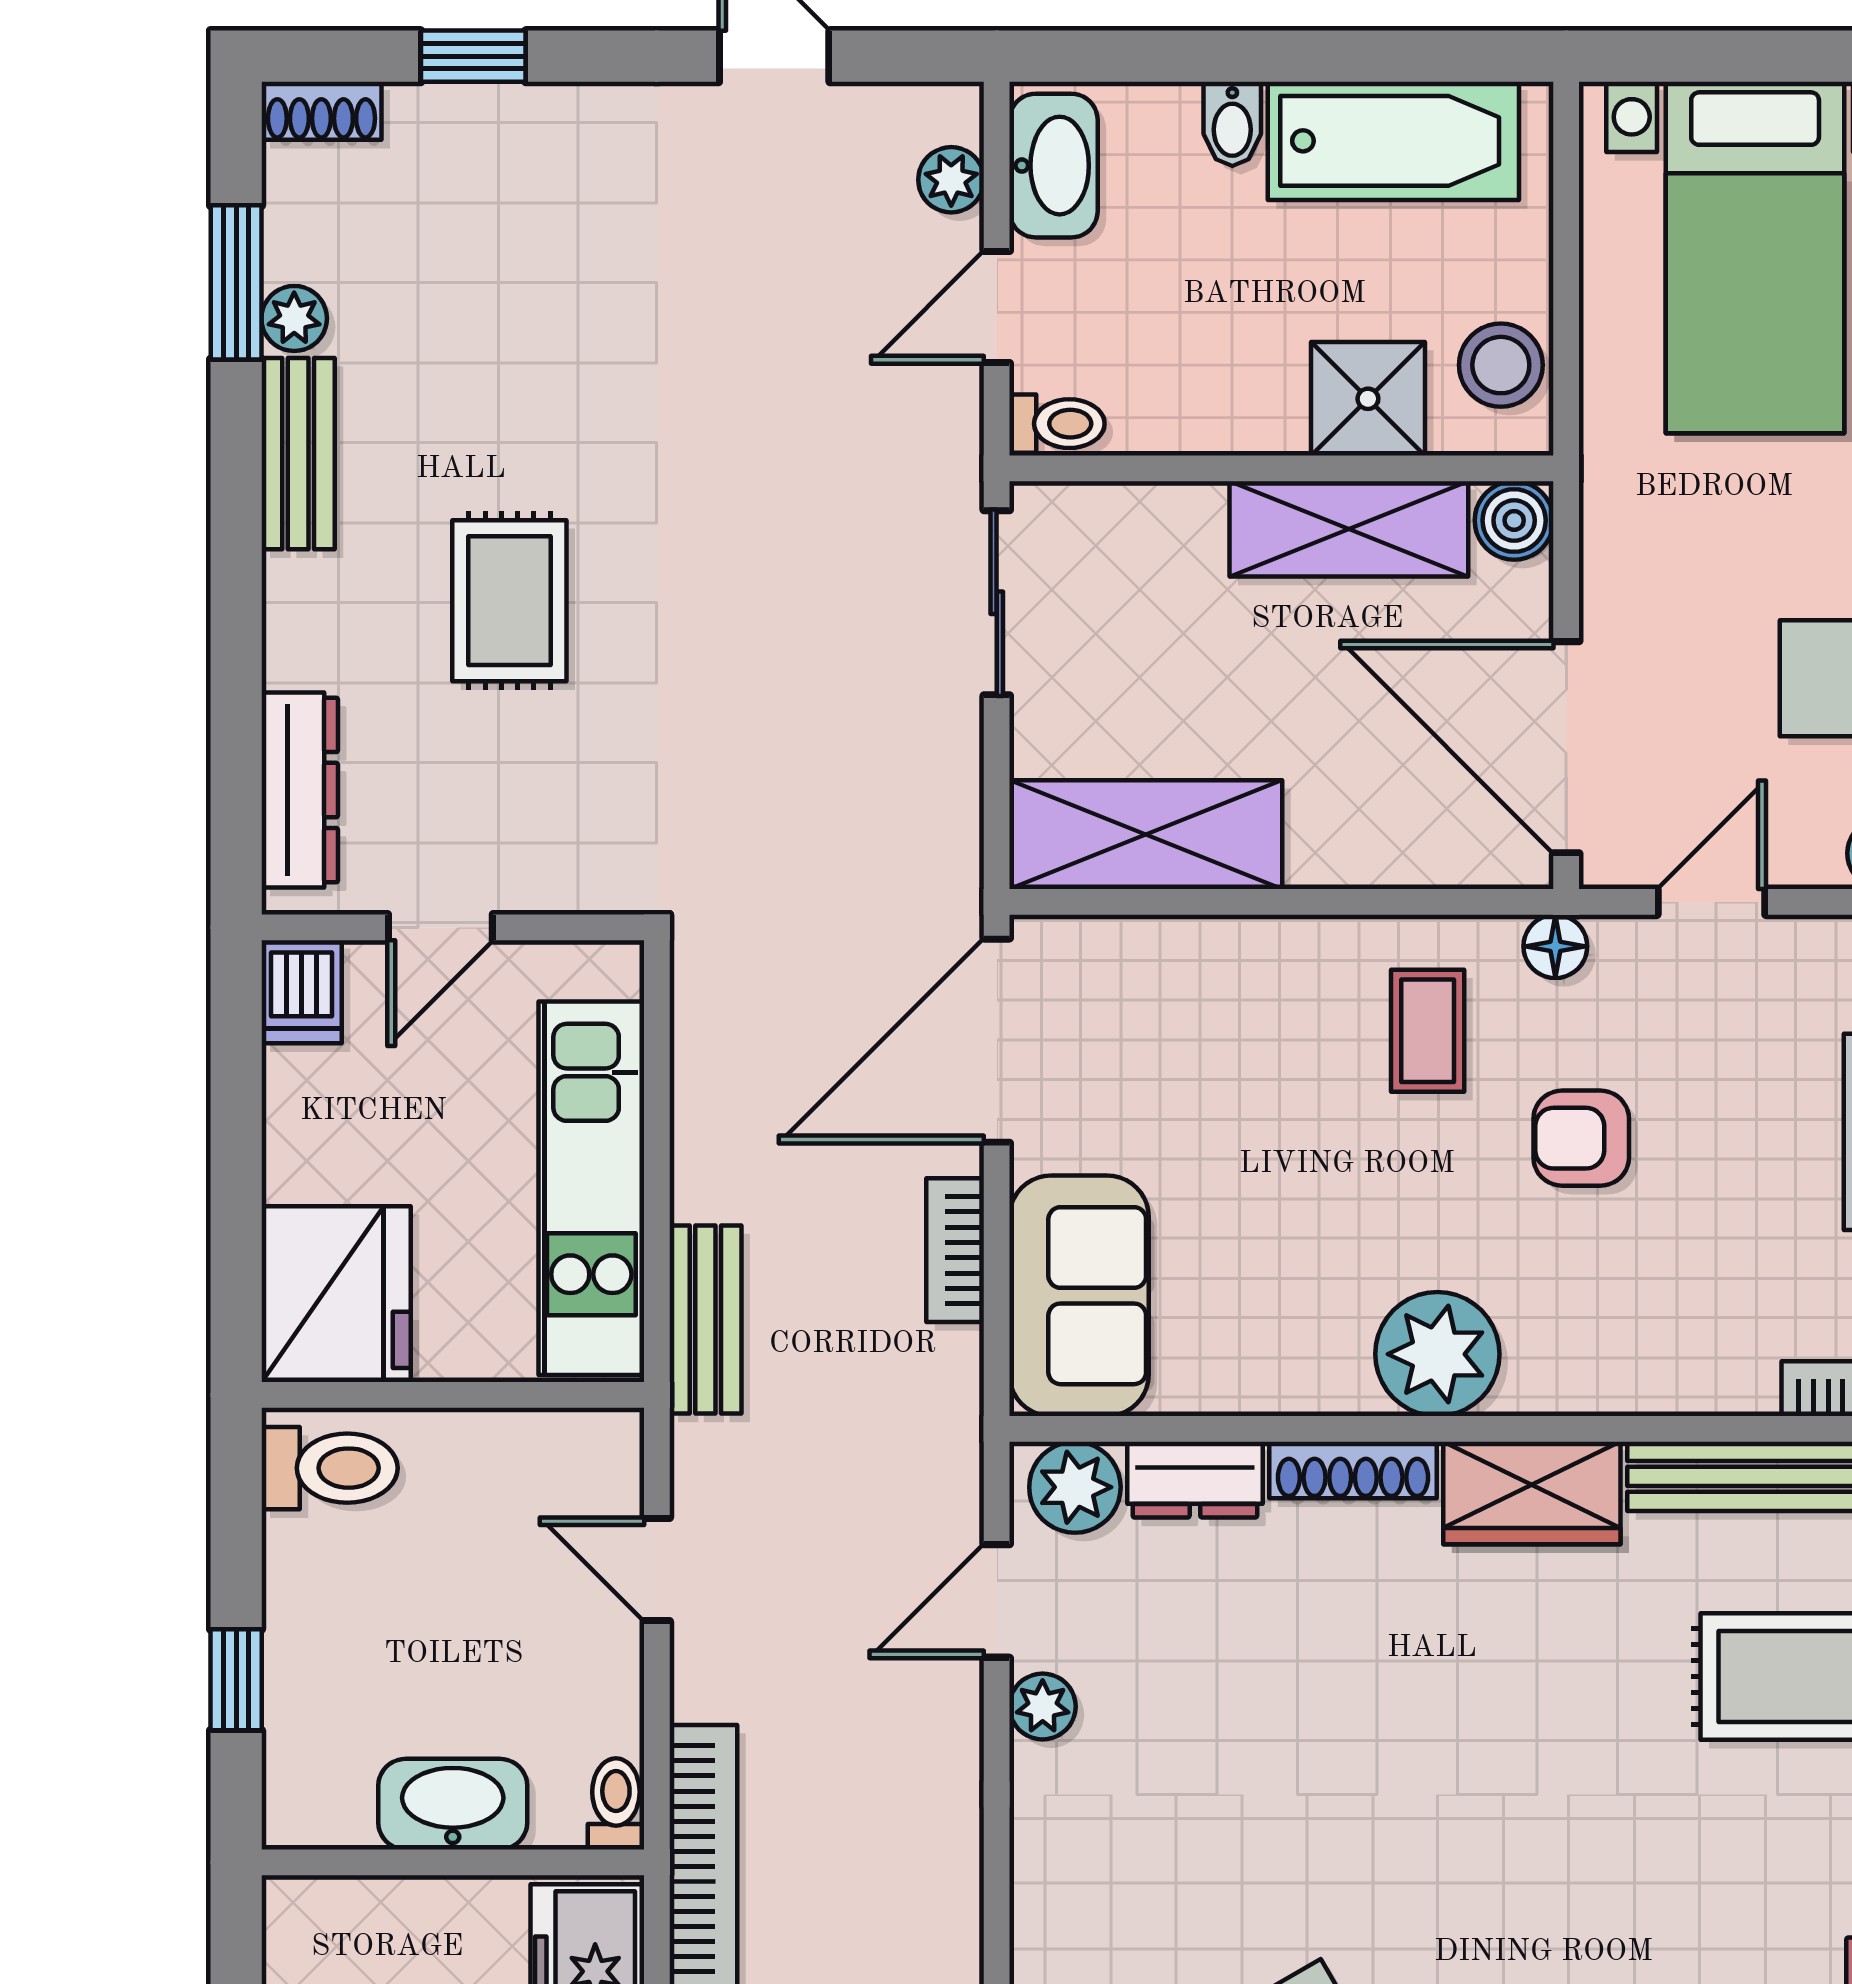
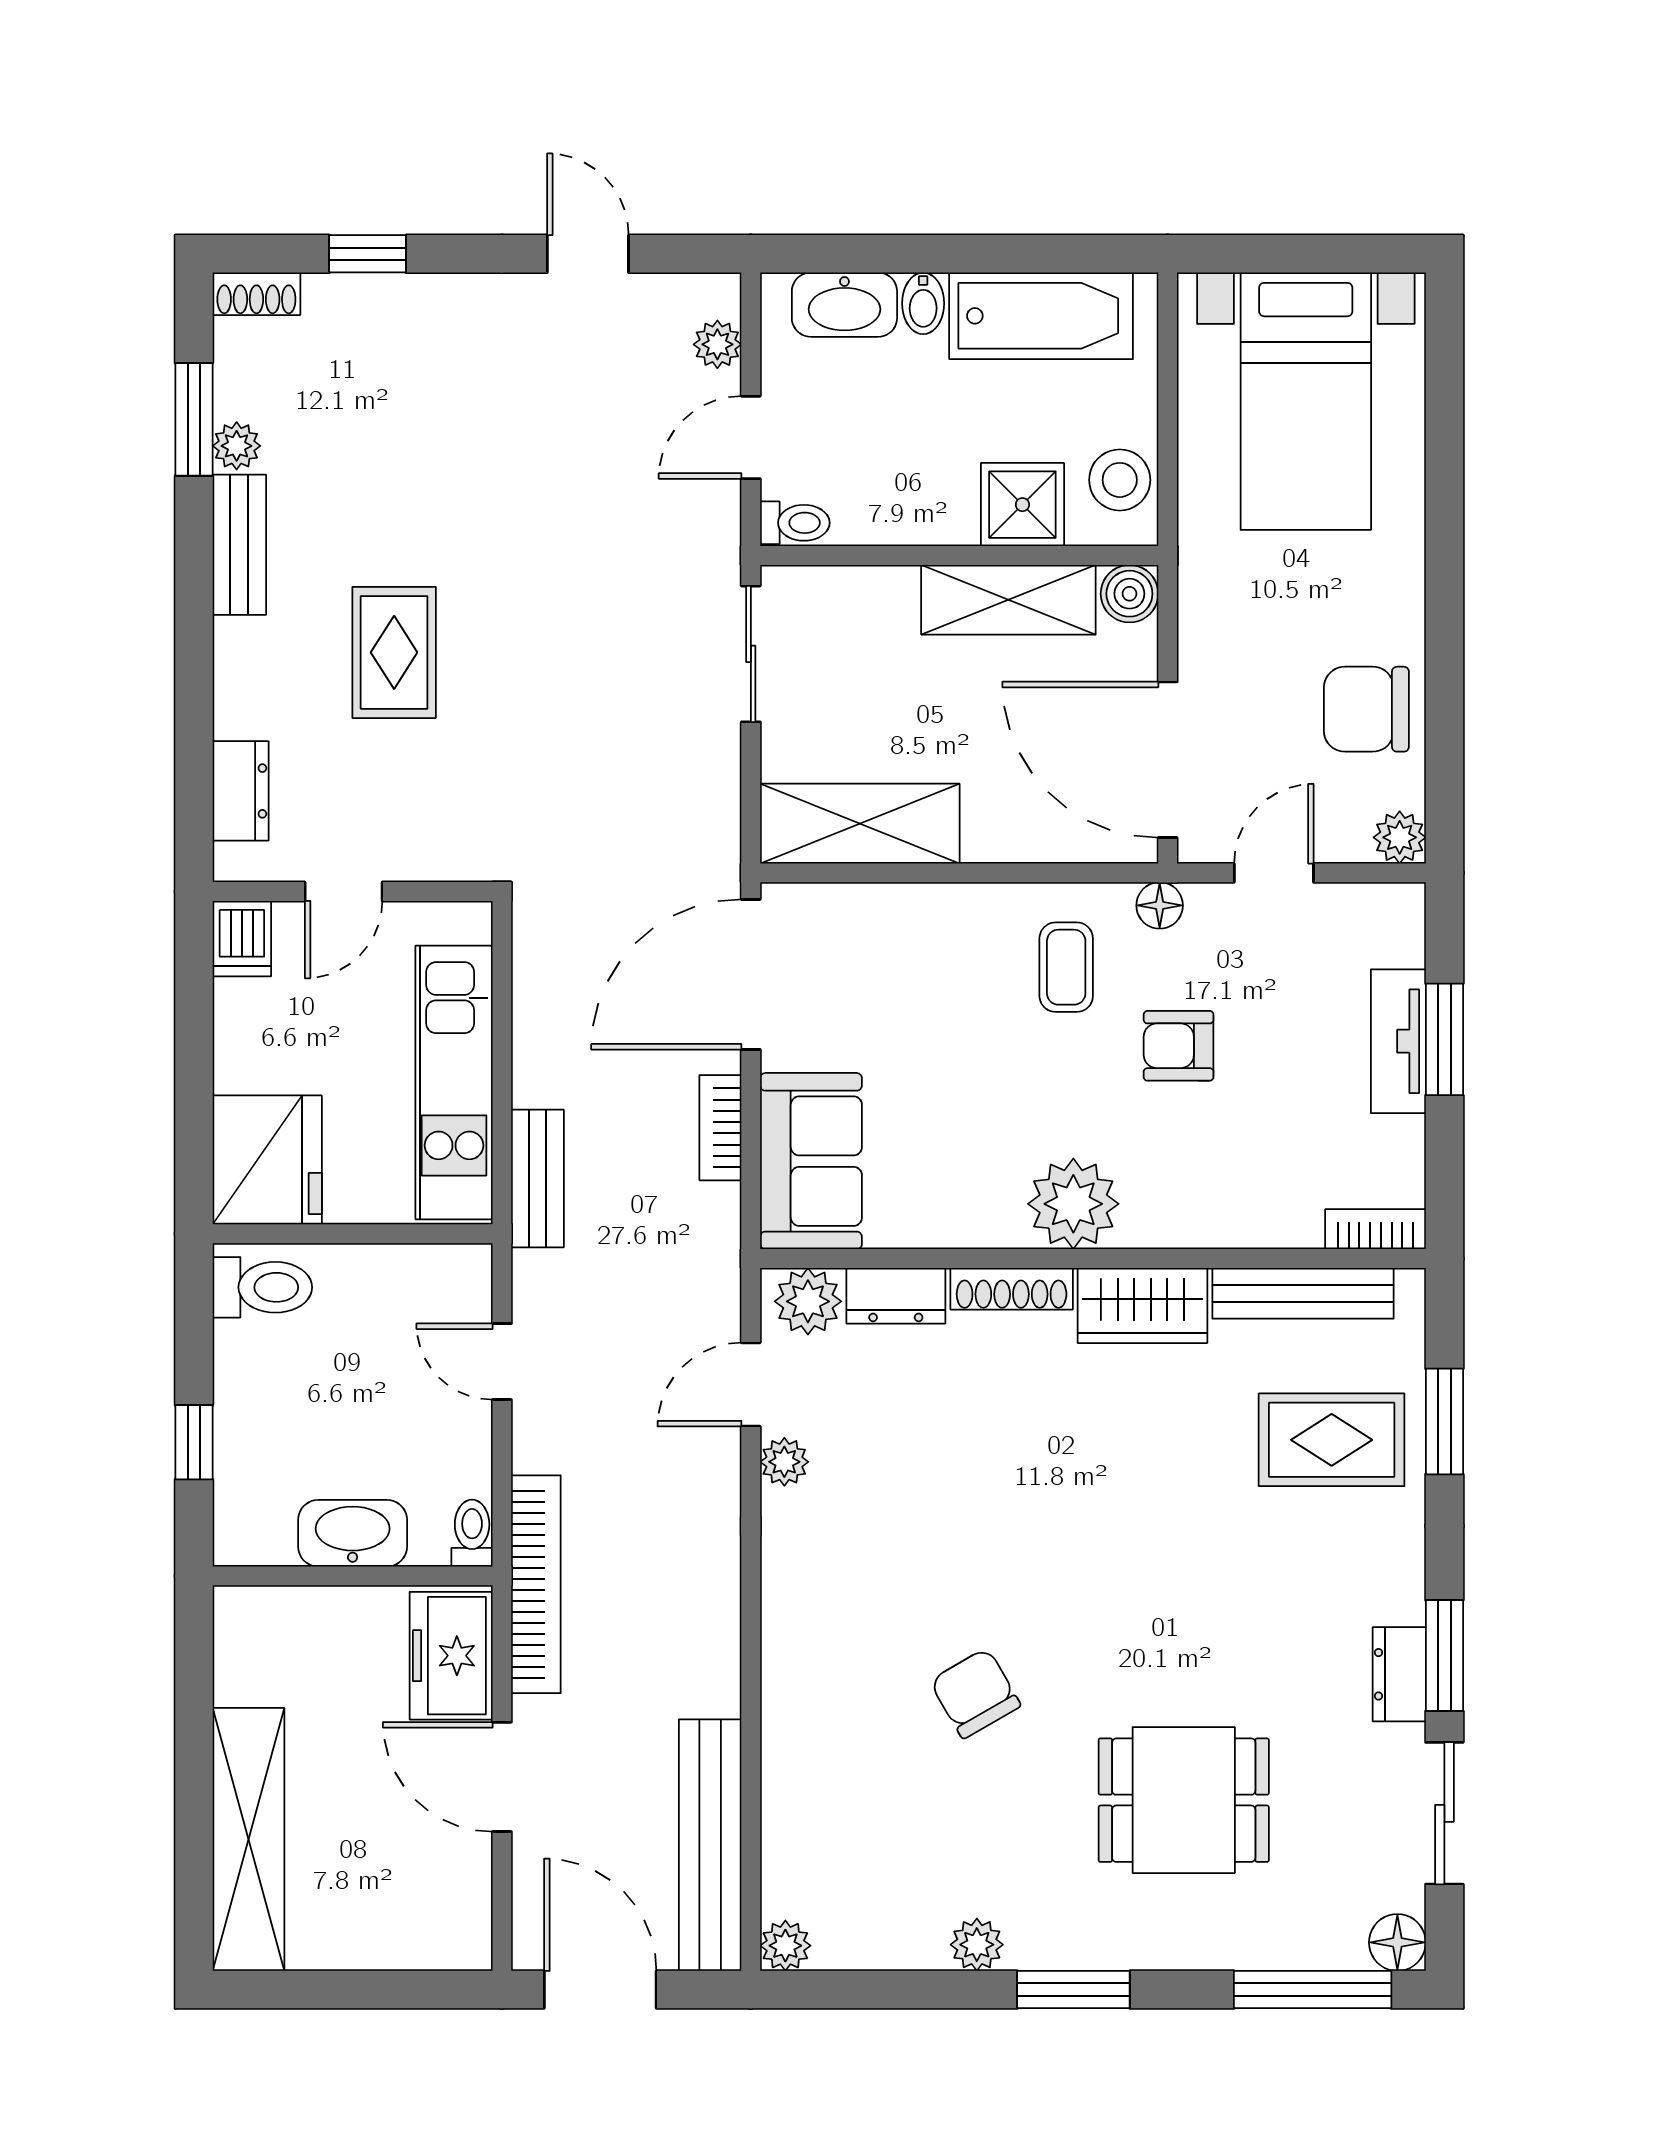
washbasin: (1054, 166) -> (844, 305), moved, turned 90
dresser: (300, 790) -> (241, 791), width x0.70

